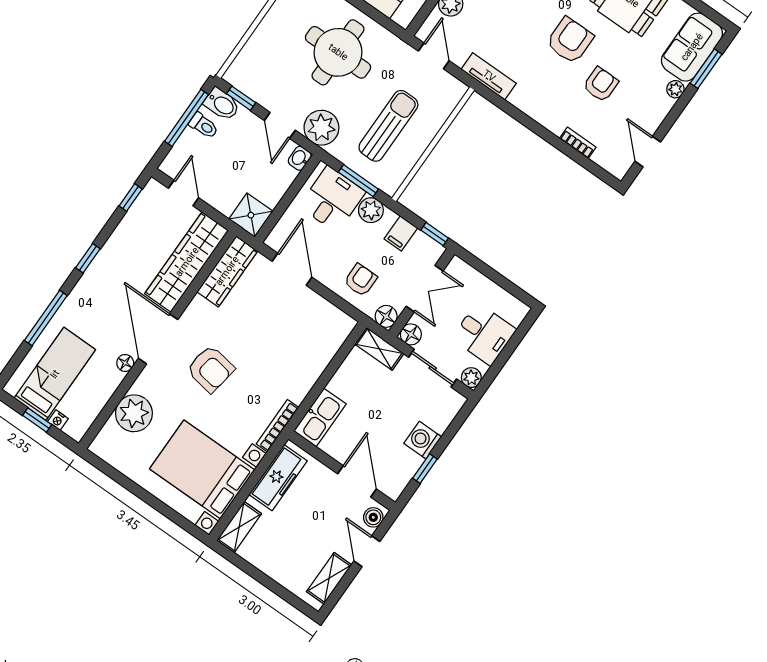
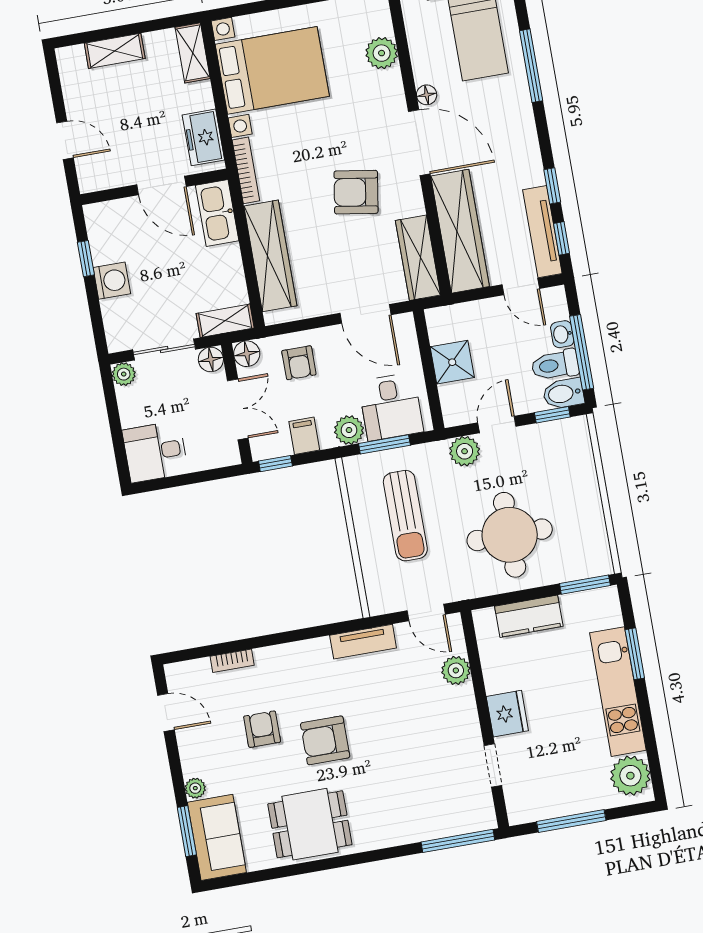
armchair: (570, 40) -> (325, 740), turned 90
armchair: (601, 84) -> (262, 729), turned 180
door: (280, 125) -> (497, 425), hinge flipped
toilet: (204, 126) -> (555, 365), width x1.37, depth x1.39
plant: (321, 128) -> (465, 451), width x0.73, depth x0.73
washbasin: (300, 158) -> (562, 334), moved, turned 180
tv unit: (138, 213) -> (542, 232), added
shower: (251, 215) -> (452, 362), moved
window: (88, 258) -> (552, 186), moved
double door: (425, 289) -> (238, 409), swing flipped
desk: (484, 334) -> (155, 452), moved
wardrobe: (314, 360) -> (270, 256), added
armchair: (210, 369) -> (356, 192), moved
plant: (134, 413) -> (382, 53), width x0.73, depth x0.73
freezer: (278, 478) -> (203, 137), width x0.71
door: (357, 481) -> (161, 186), moved
boiler: (373, 517) -> (88, 174), removed
shelving: (329, 578) -> (115, 51), moved, turned 90

